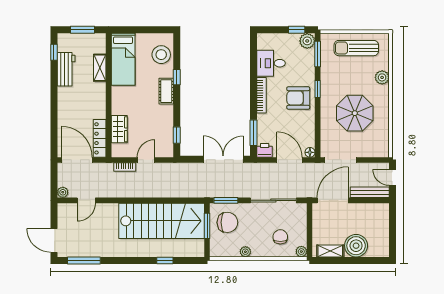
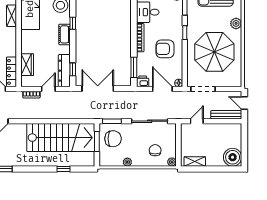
armchair: (298, 98) -> (165, 49), moved
parasol: (355, 113) -> (214, 52), width x1.36, depth x1.36
dresser: (166, 137) -> (64, 71), added
double door: (223, 159) -> (98, 89), moved
door: (333, 200) -> (197, 121), width x0.53
boiler: (356, 246) -> (233, 157), moved

